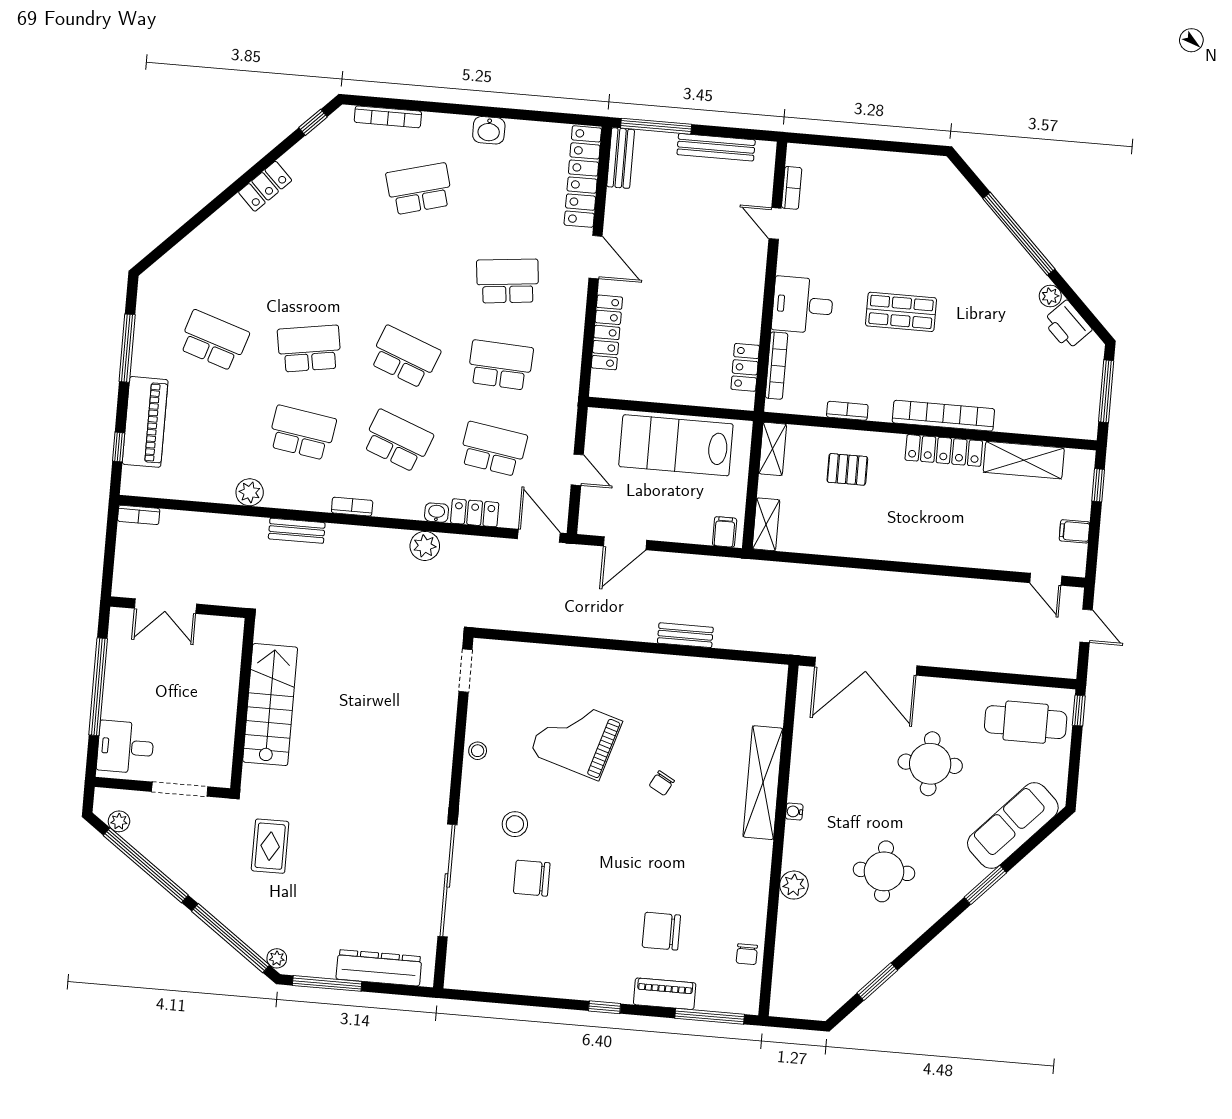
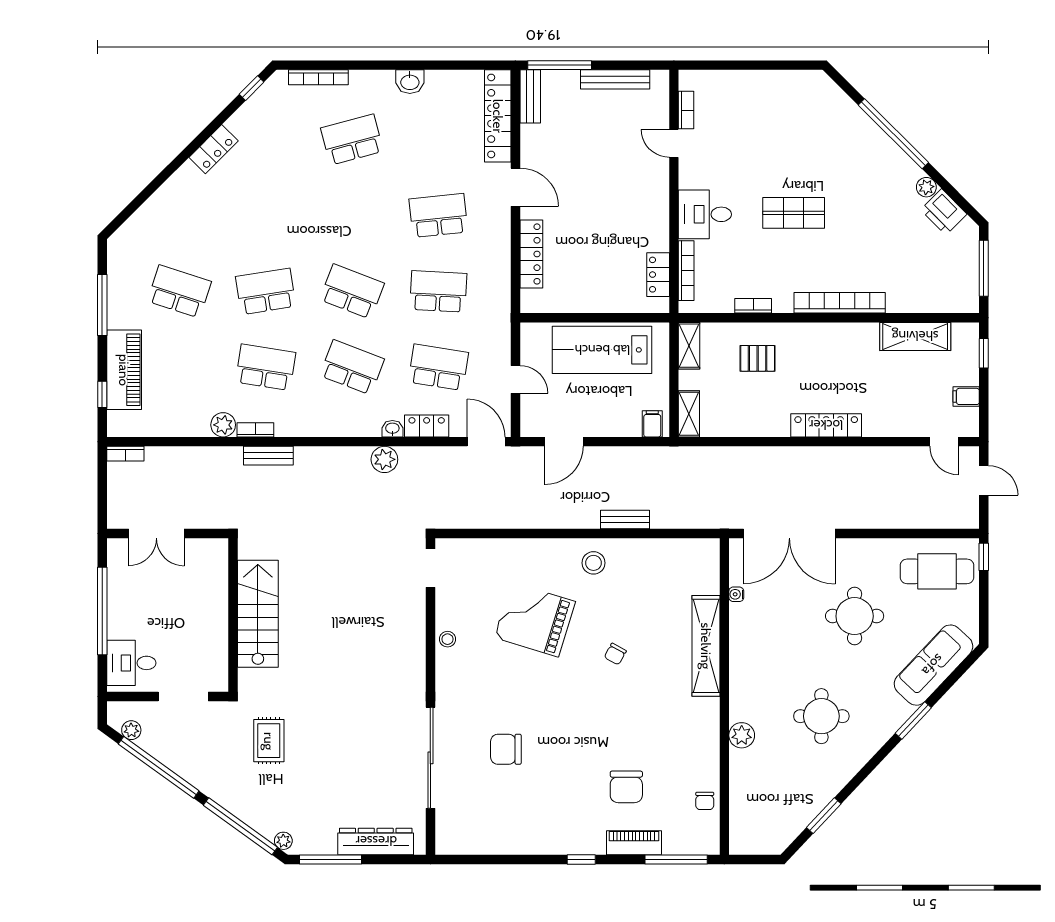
locker: (944, 450) -> (826, 425), moved, turned 180
bookcase: (352, 507) -> (255, 430), moved
water cooler: (794, 812) -> (736, 594), moved
stool: (515, 824) -> (593, 563), moved
chair: (661, 931) -> (626, 787), turned -90

